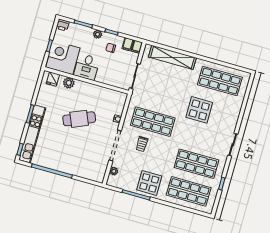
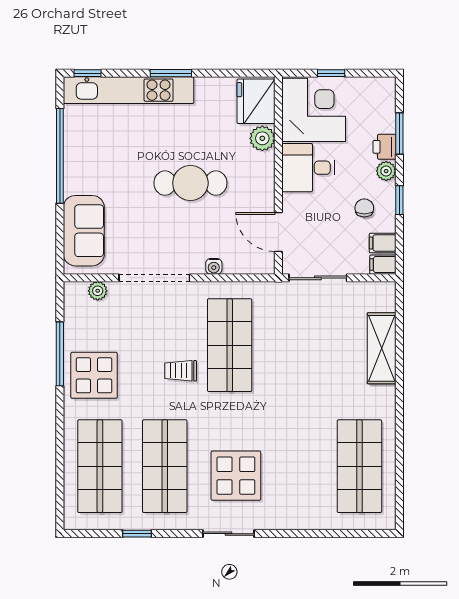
printer: (63, 25) -> (384, 147), moved
shelving: (172, 57) -> (382, 348), width x0.68
fridge: (53, 79) -> (256, 101), width x1.88, depth x1.34
door: (111, 87) -> (278, 232), added
display table: (199, 110) -> (236, 476), moved
cafe table: (79, 119) -> (190, 183), turned -67
trolley: (142, 144) -> (181, 371), moved
sofa: (87, 170) -> (84, 231), added

